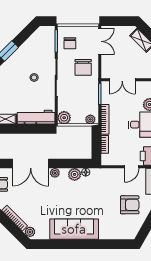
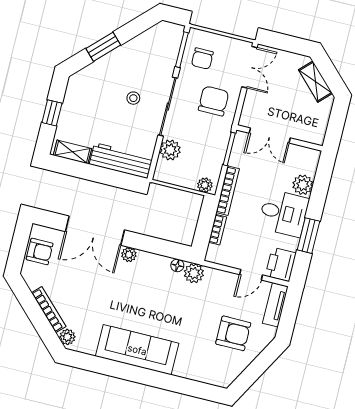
chair: (83, 67) -> (214, 101), turned 180
plant: (64, 118) -> (170, 150), moved
plant: (75, 174) -> (194, 273), moved

